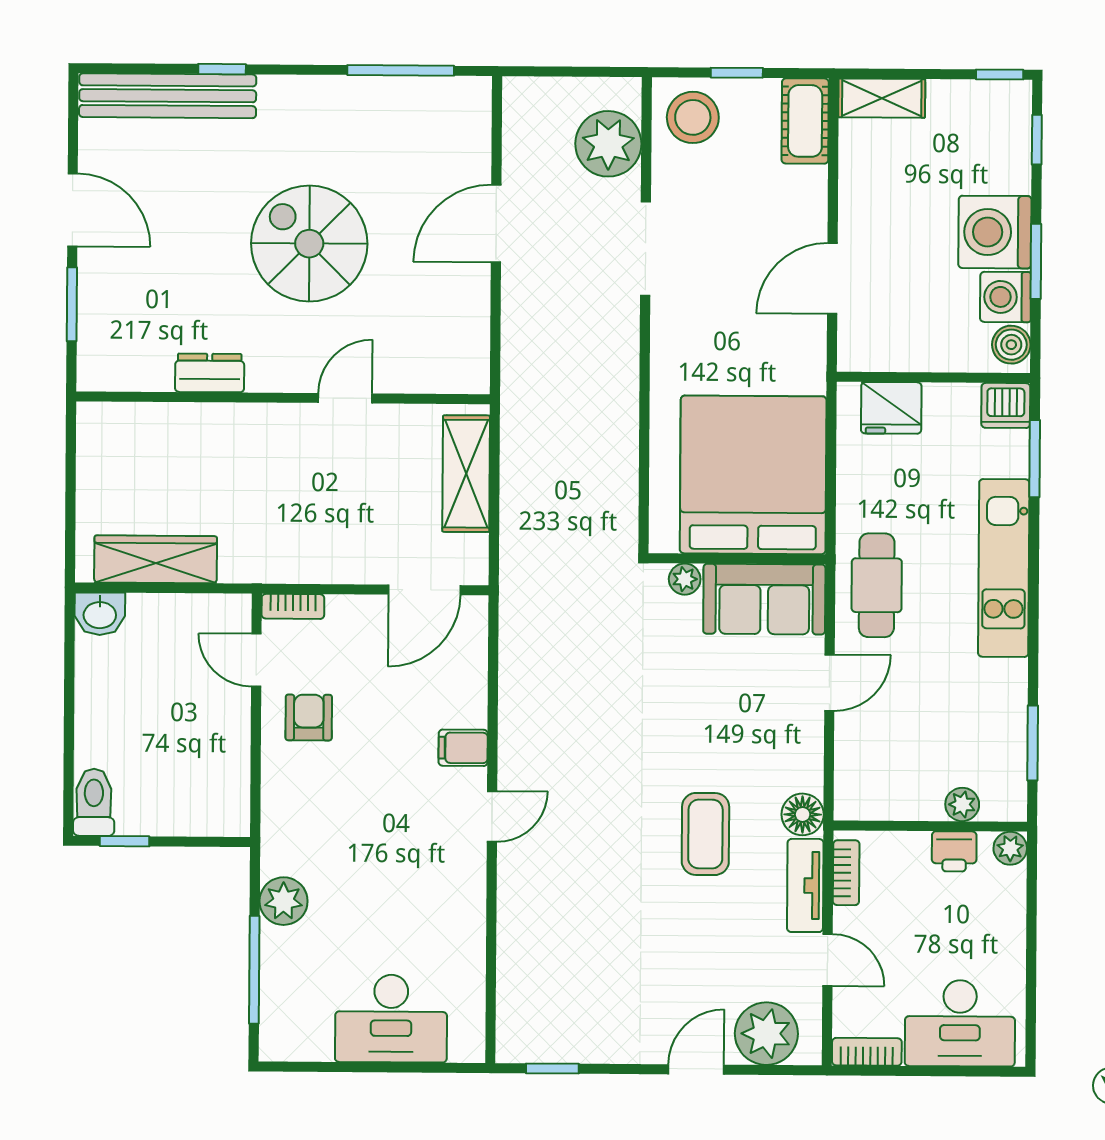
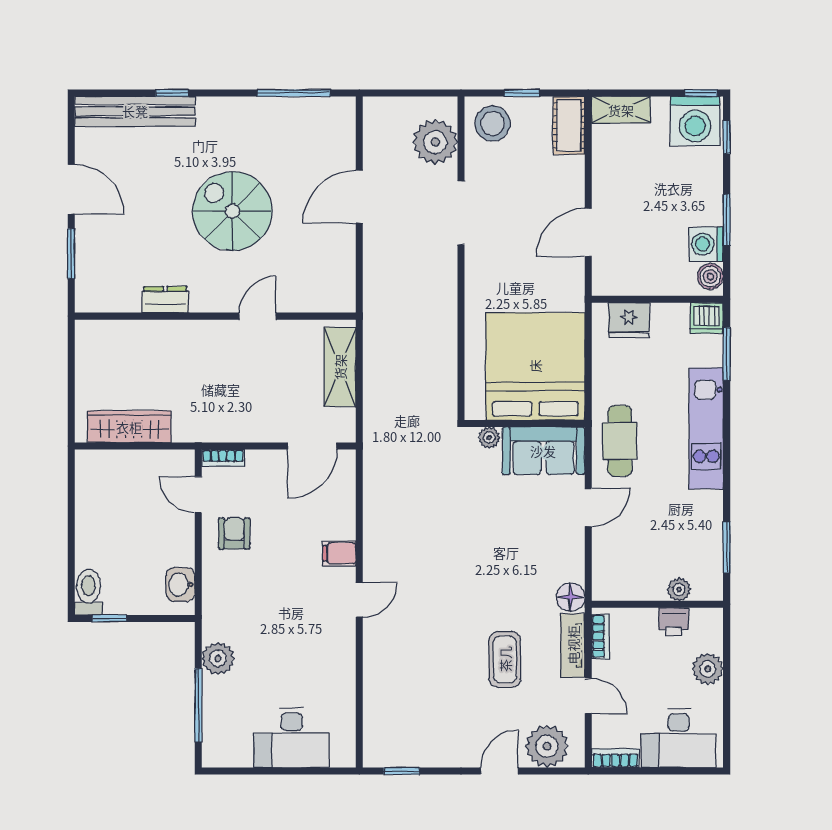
washing machine: (995, 232) -> (695, 121), moved, turned -90
washbasin: (100, 614) -> (180, 585), moved, turned 90
coffee table: (705, 834) -> (505, 659), moved
plant: (1010, 848) -> (708, 669), moved, width x1.38, depth x1.38

